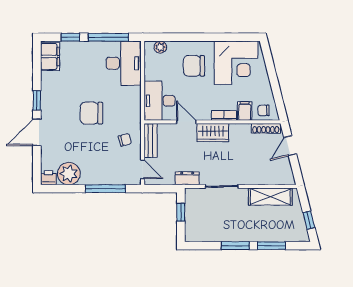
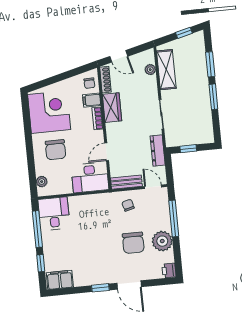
desk: (124, 63) -> (54, 214), width x0.73
chair: (91, 113) -> (133, 243), moved
wardrobe: (213, 133) -> (112, 108), moved
door: (143, 169) -> (153, 187), hinge flipped
plant: (69, 174) -> (162, 241), moved
dresser: (187, 178) -> (158, 150), width x1.44
plant: (272, 179) -> (150, 70), added

